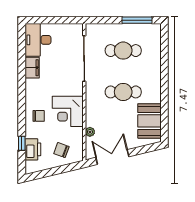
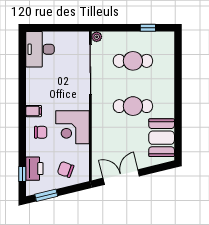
window: (137, 20) -> (148, 28), width x0.46
filing cabinet: (32, 68) -> (34, 111), moved, width x0.50
plant: (90, 132) -> (97, 37), moved
window: (22, 143) -> (22, 174), moved
window: (44, 174) -> (46, 195), added

